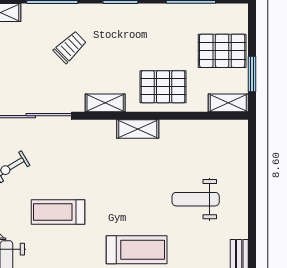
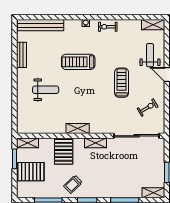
trolley: (70, 47) -> (73, 184), moved
pallet: (163, 87) -> (64, 152), turned 90
treadmill: (58, 212) -> (122, 83), turned -90

